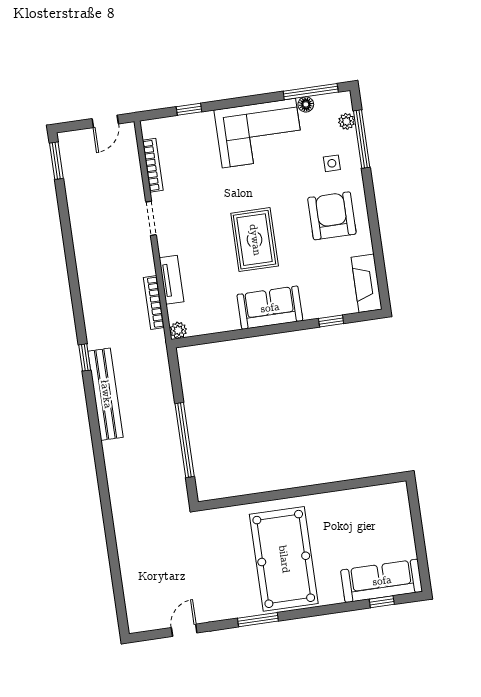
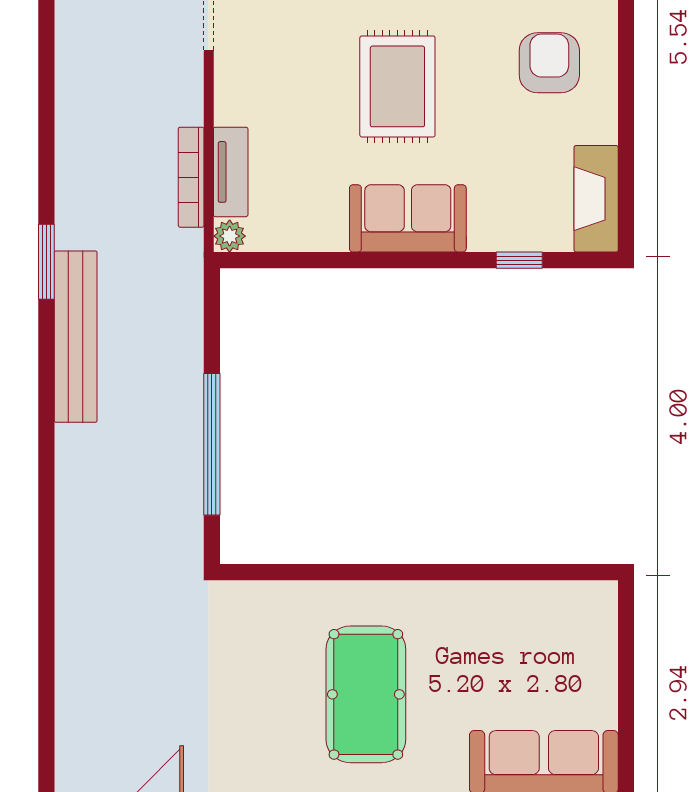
armchair: (332, 216) -> (549, 63), width x0.73, depth x0.73
tv unit: (172, 280) -> (231, 172), moved
window: (85, 357) -> (46, 262), width x1.50
pool table: (284, 559) -> (366, 694), width x0.73, depth x0.76

